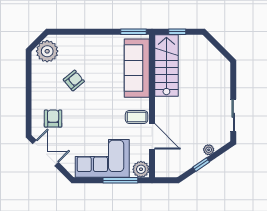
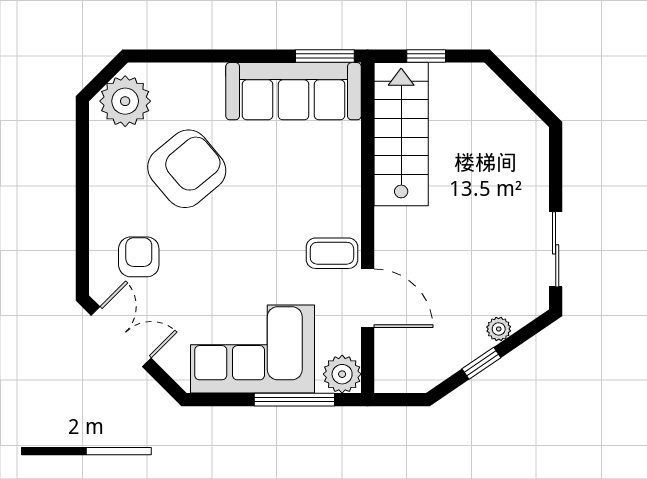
sofa: (137, 68) -> (294, 91), moved, turned -90
armchair: (74, 80) -> (187, 169), width x1.88, depth x1.88

